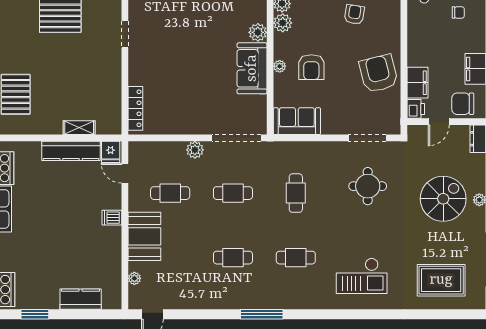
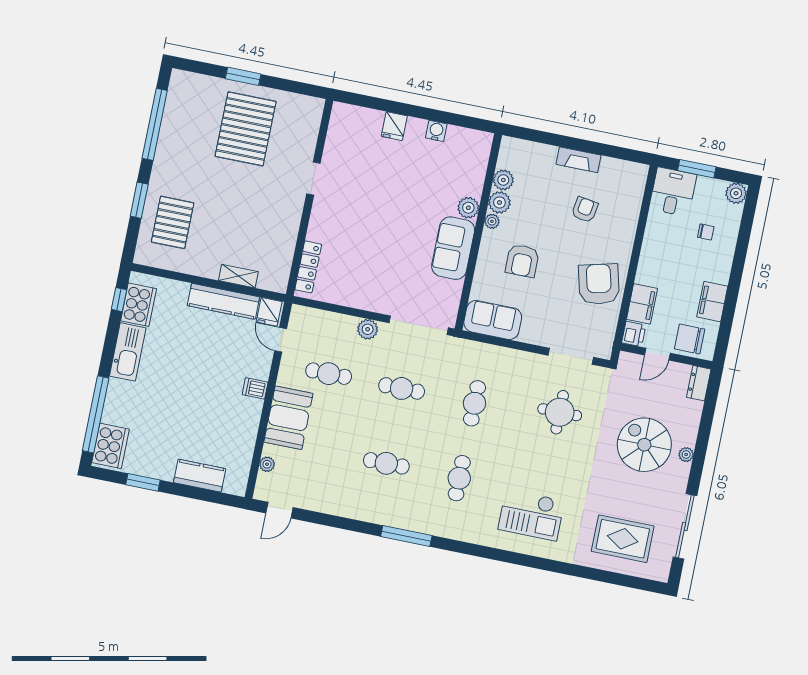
plant: (280, 66) -> (492, 221), moved
spiral stairs: (443, 199) -> (644, 445), turned -90
cafe table: (296, 258) -> (459, 478), turned 90

